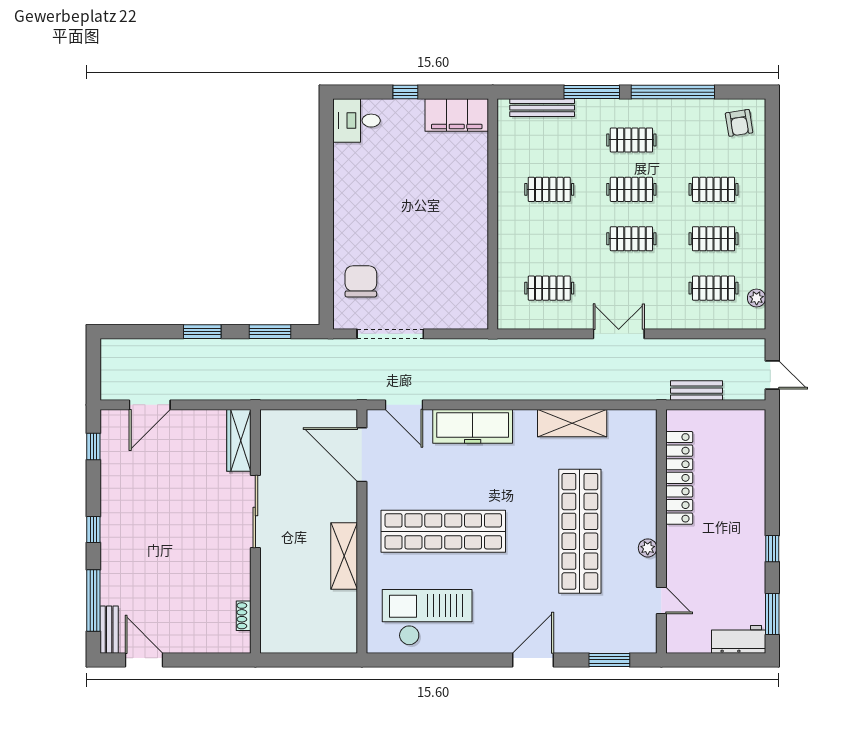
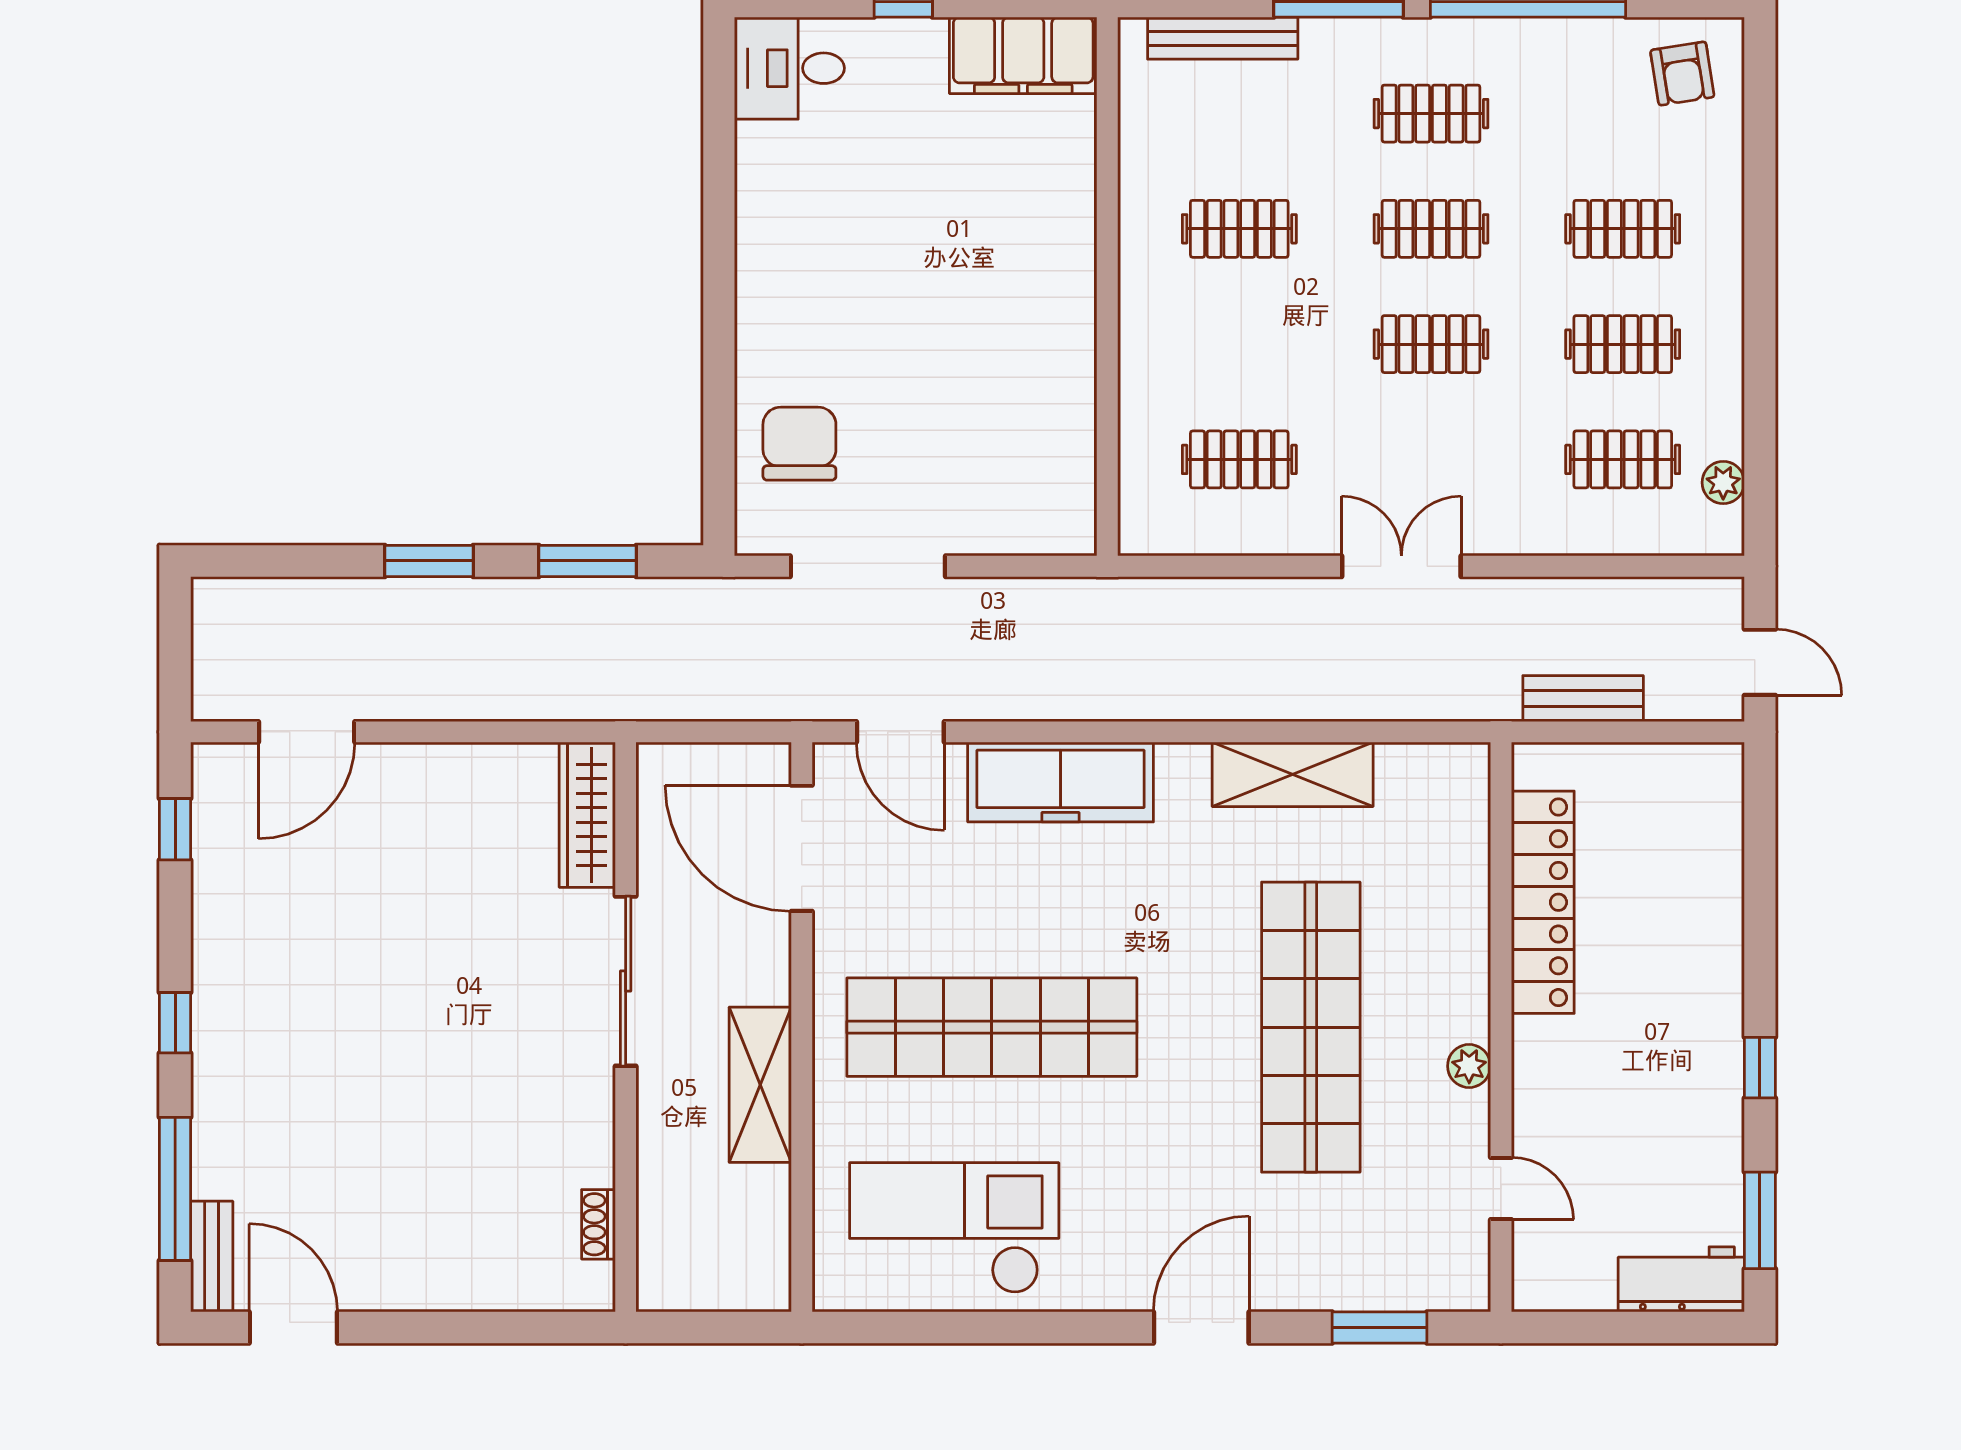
wardrobe: (239, 440) -> (587, 815), moved
sliding door: (255, 512) -> (626, 981), moved
wall: (255, 531) -> (626, 1027), moved
shoe rack: (244, 616) -> (598, 1224), moved

